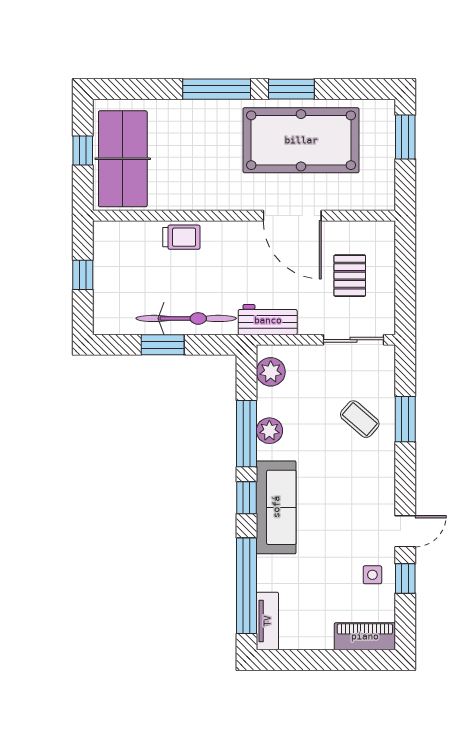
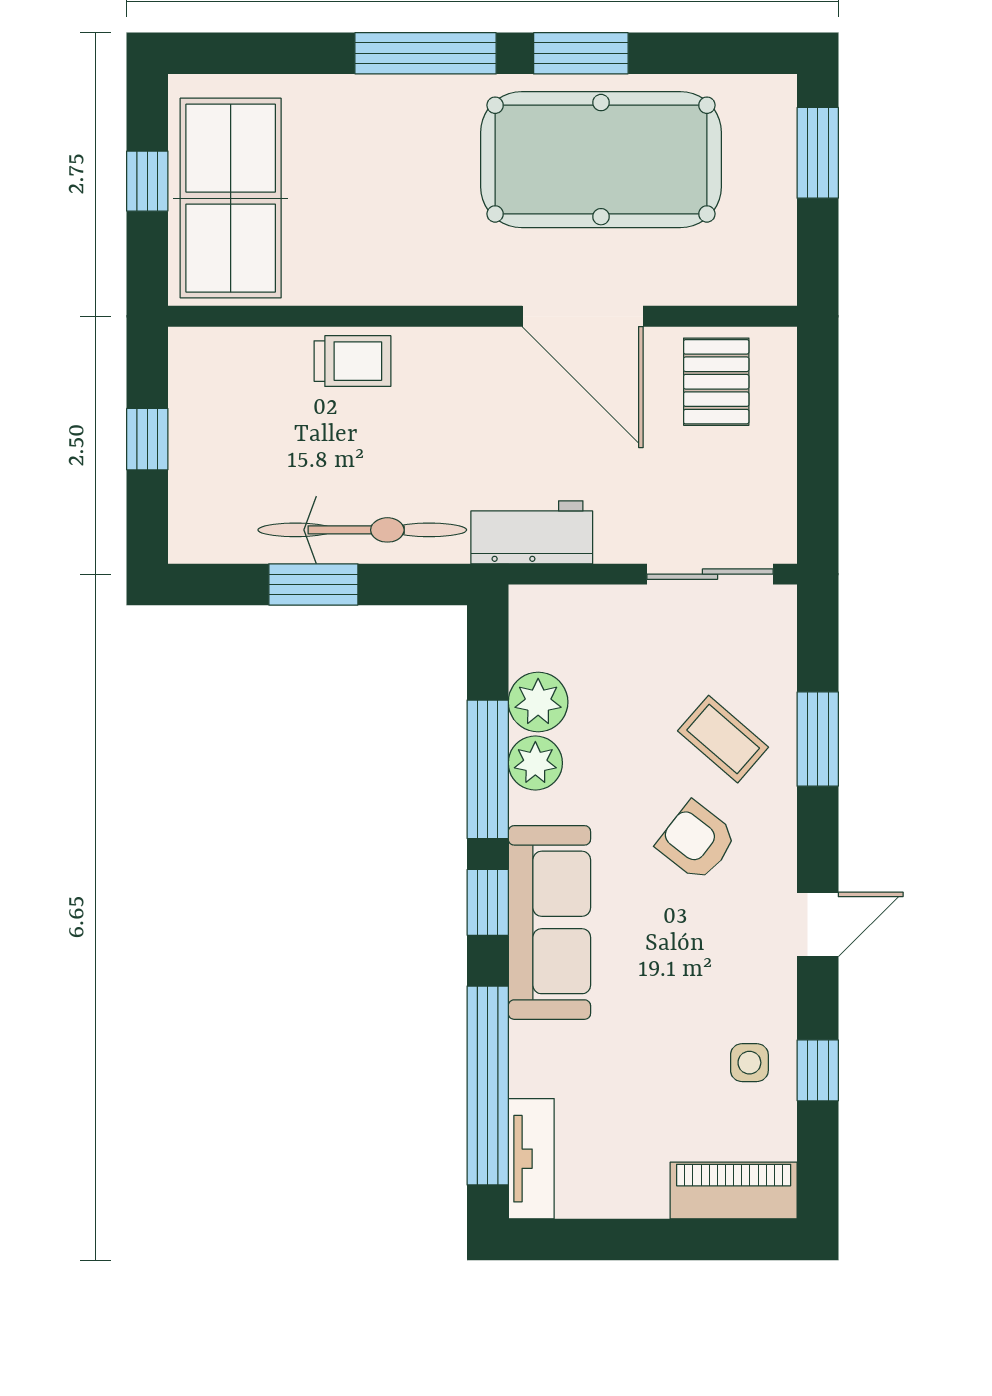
pallet: (350, 276) -> (716, 382), moved
plant: (271, 372) -> (538, 702), moved
armchair: (347, 468) -> (697, 841), added
door: (405, 531) -> (818, 924), moved

